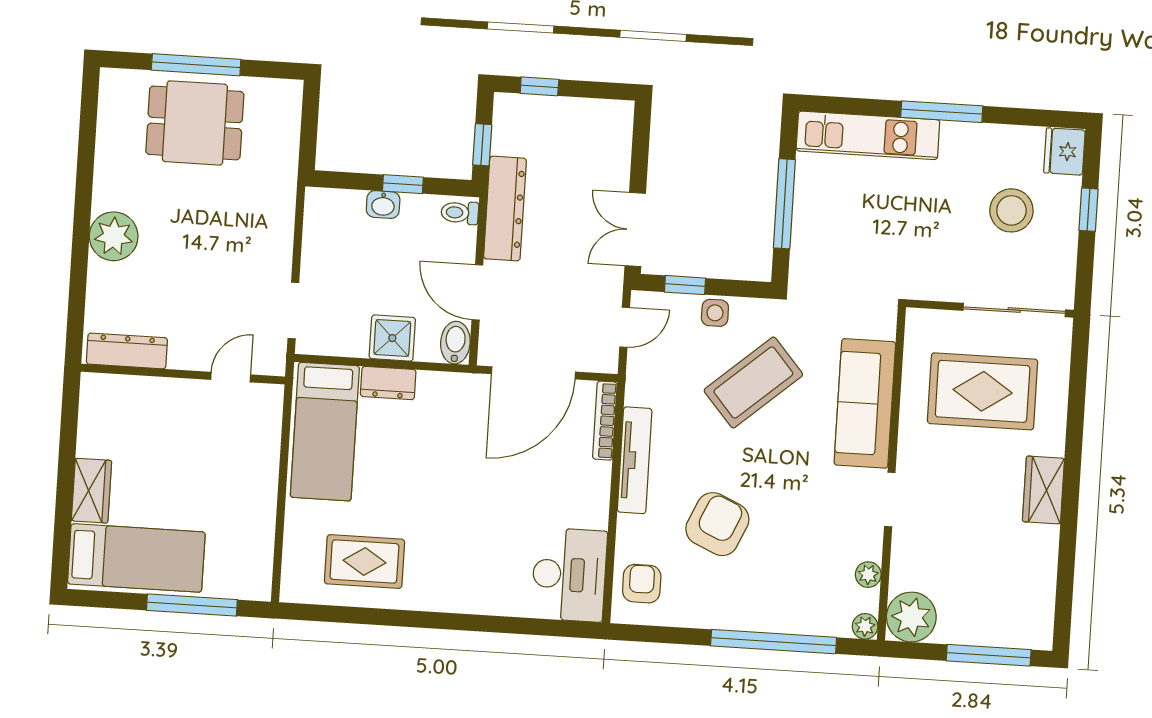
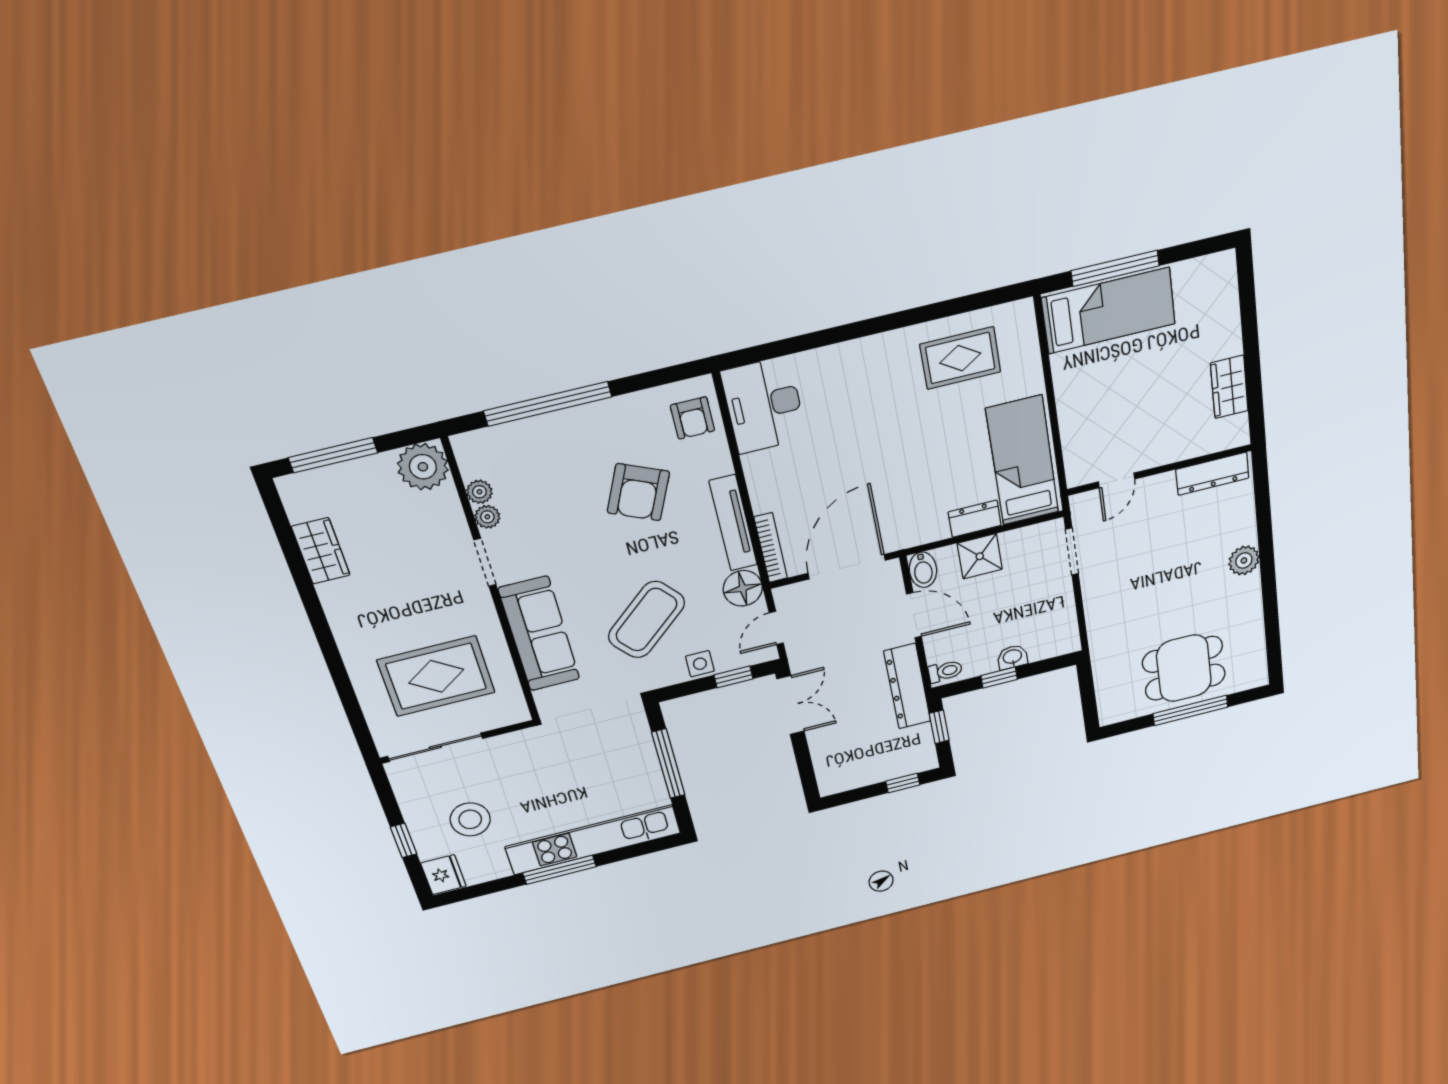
kitchen unit: (868, 135) -> (593, 840), width x1.36
plant: (114, 236) -> (1244, 560), width x0.73, depth x0.73
floor lamp: (646, 385) -> (743, 588), added
wardrobe: (1043, 490) -> (321, 551), moved
wardrobe: (91, 491) -> (1229, 387), moved
bed: (136, 558) -> (1109, 311), moved, turned 180
plant: (865, 626) -> (487, 517), moved

